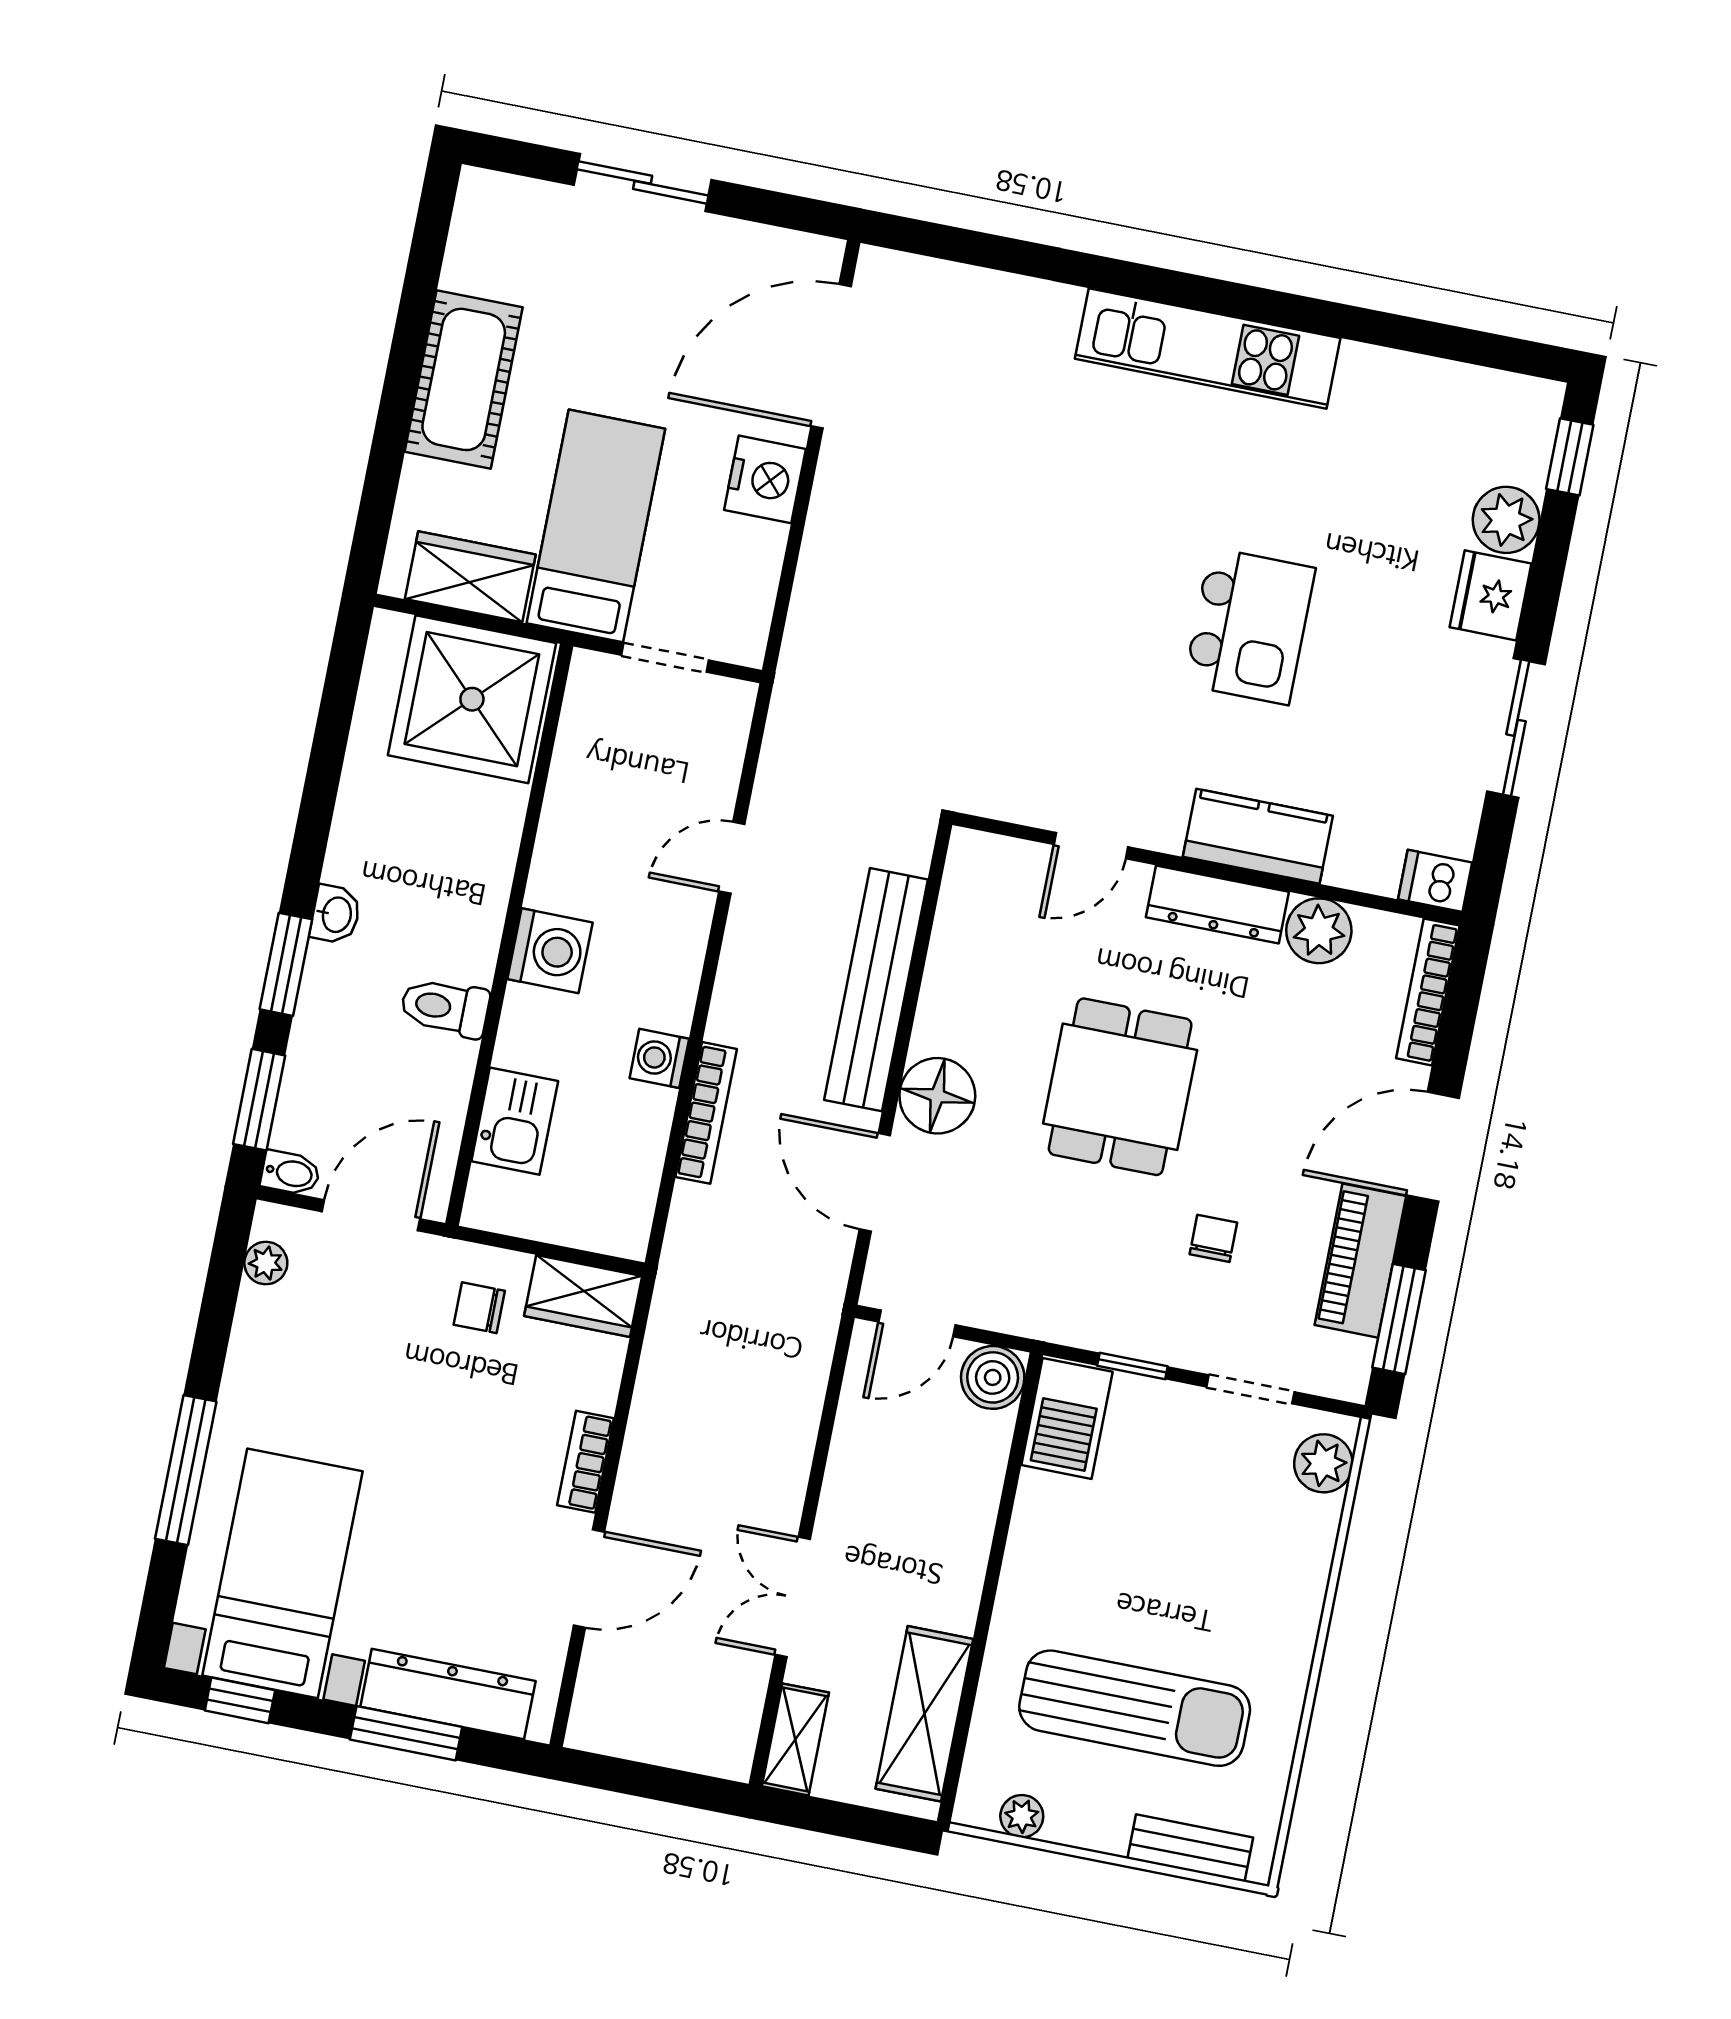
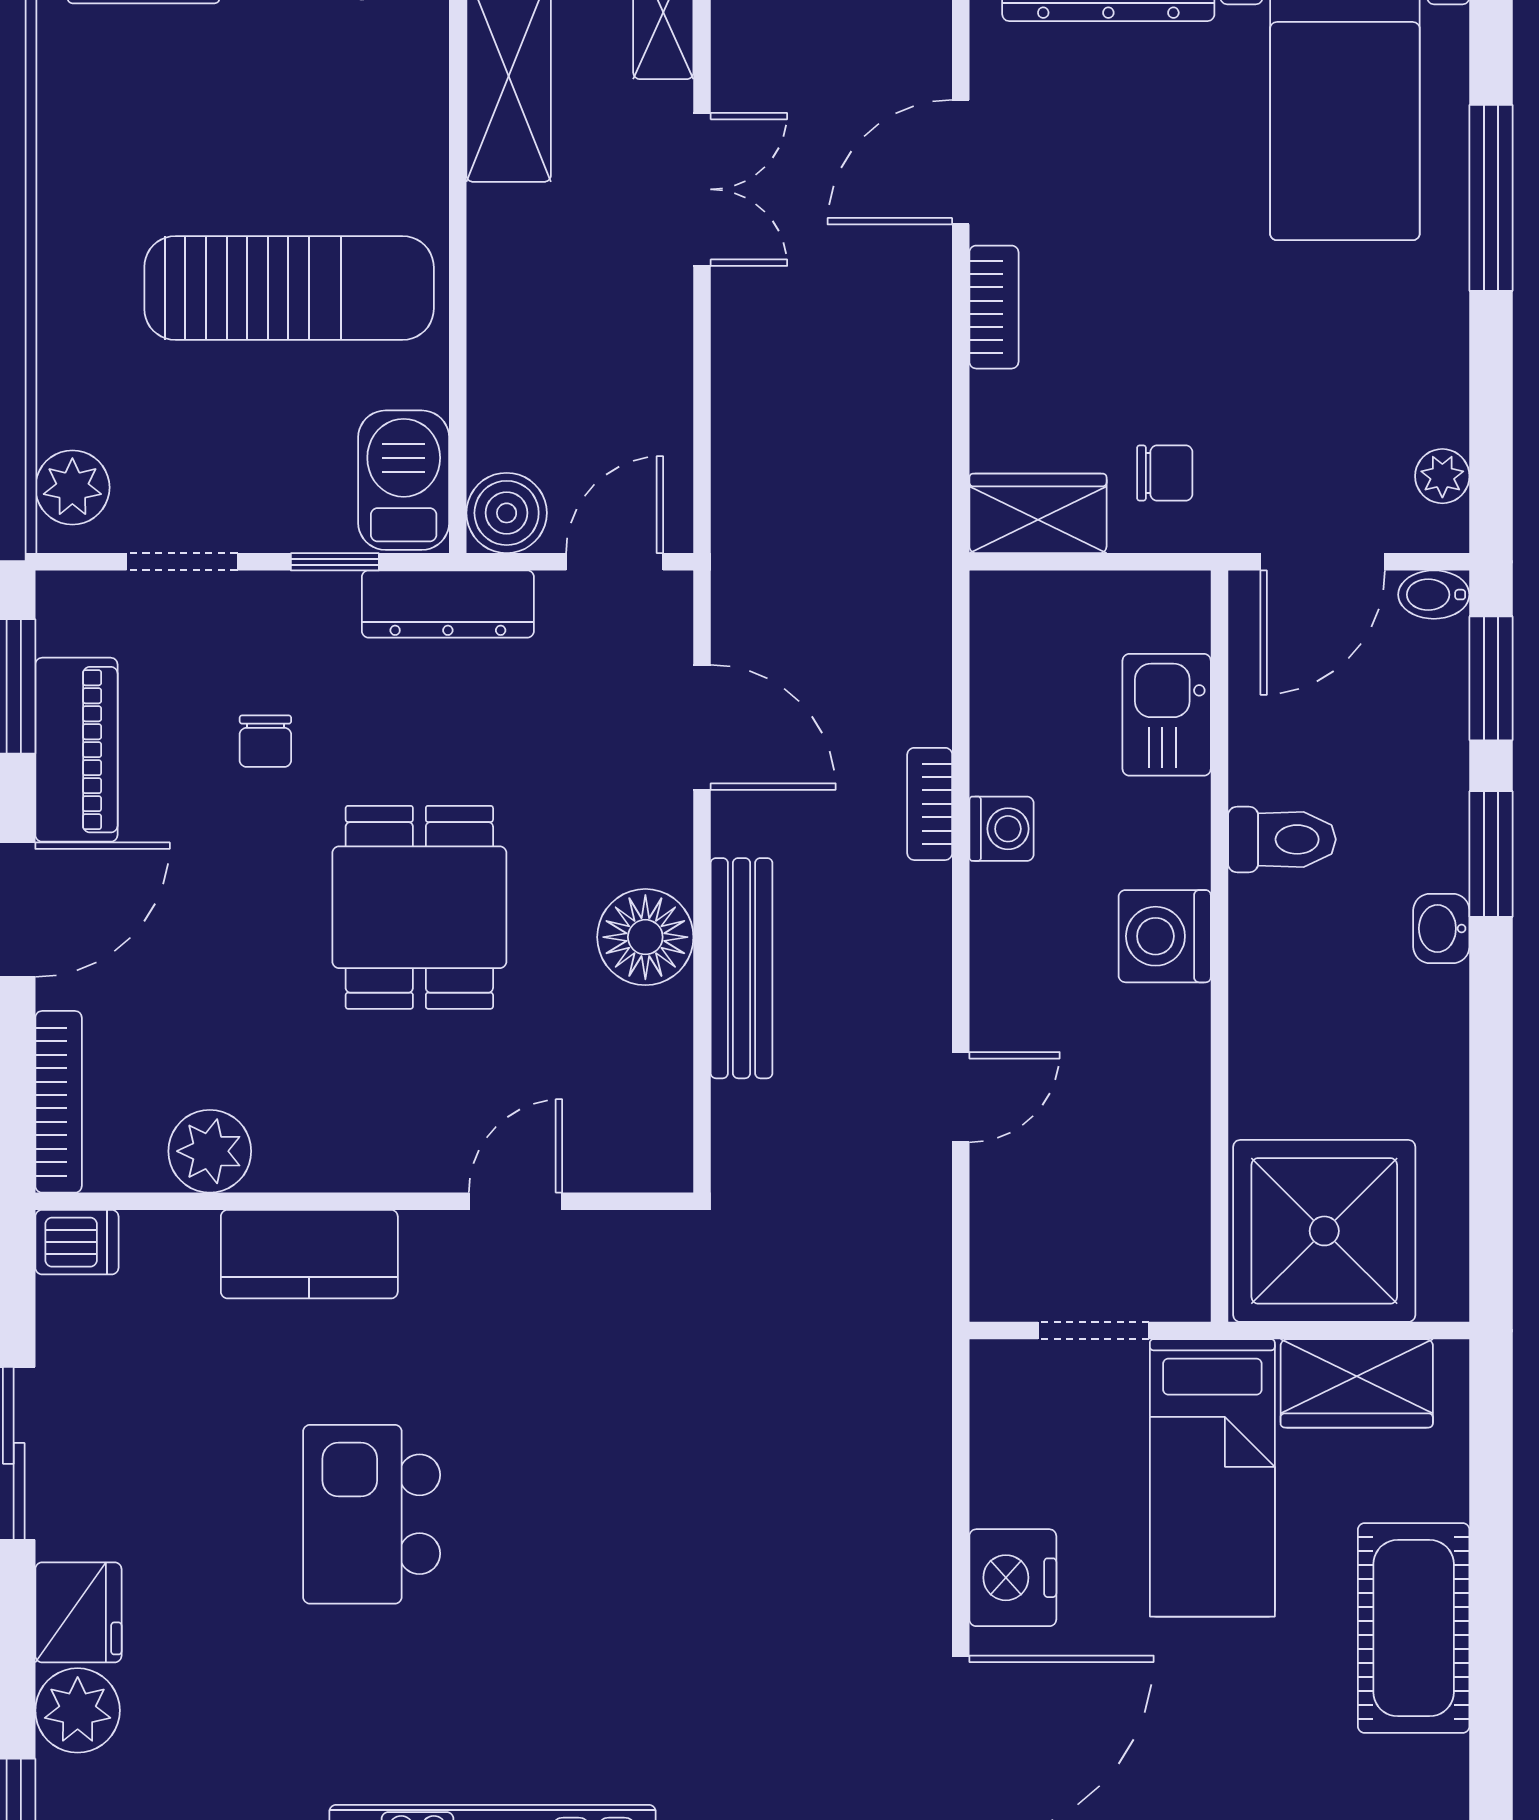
dresser: (1217, 904) -> (448, 604), moved, turned 180
bench: (876, 990) -> (742, 968), width x0.73, depth x0.82
floor lamp: (937, 1096) -> (645, 937), moved
bookcase: (706, 1113) -> (930, 804), width x0.64
sun lounger: (1135, 1708) -> (289, 288), moved, turned 180

